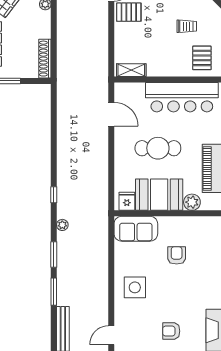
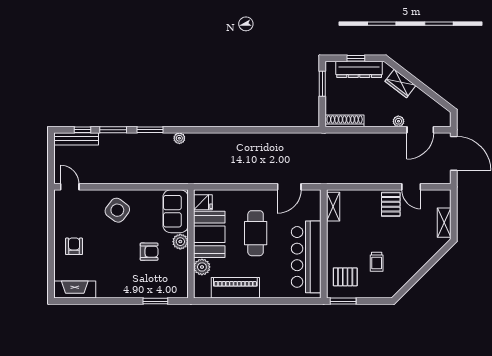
window: (54, 195) -> (82, 130), moved
plant: (166, 224) -> (180, 242), added
side table: (135, 287) -> (117, 210), turned 37

